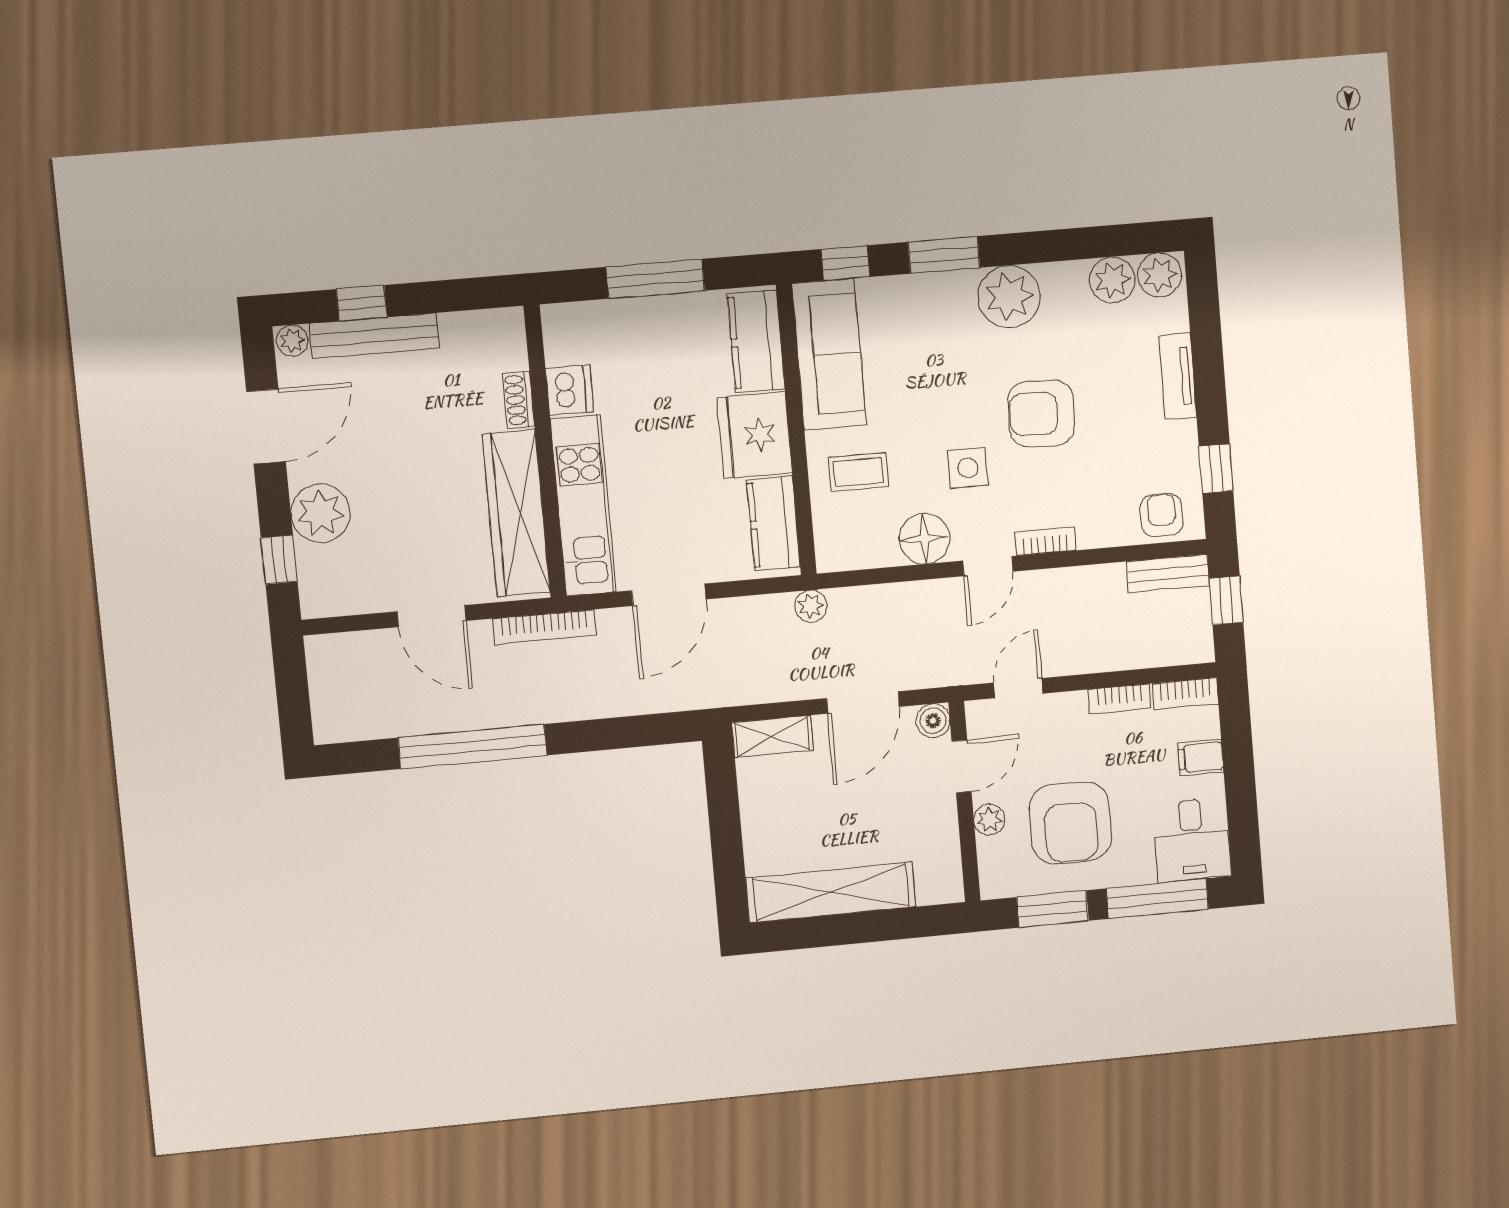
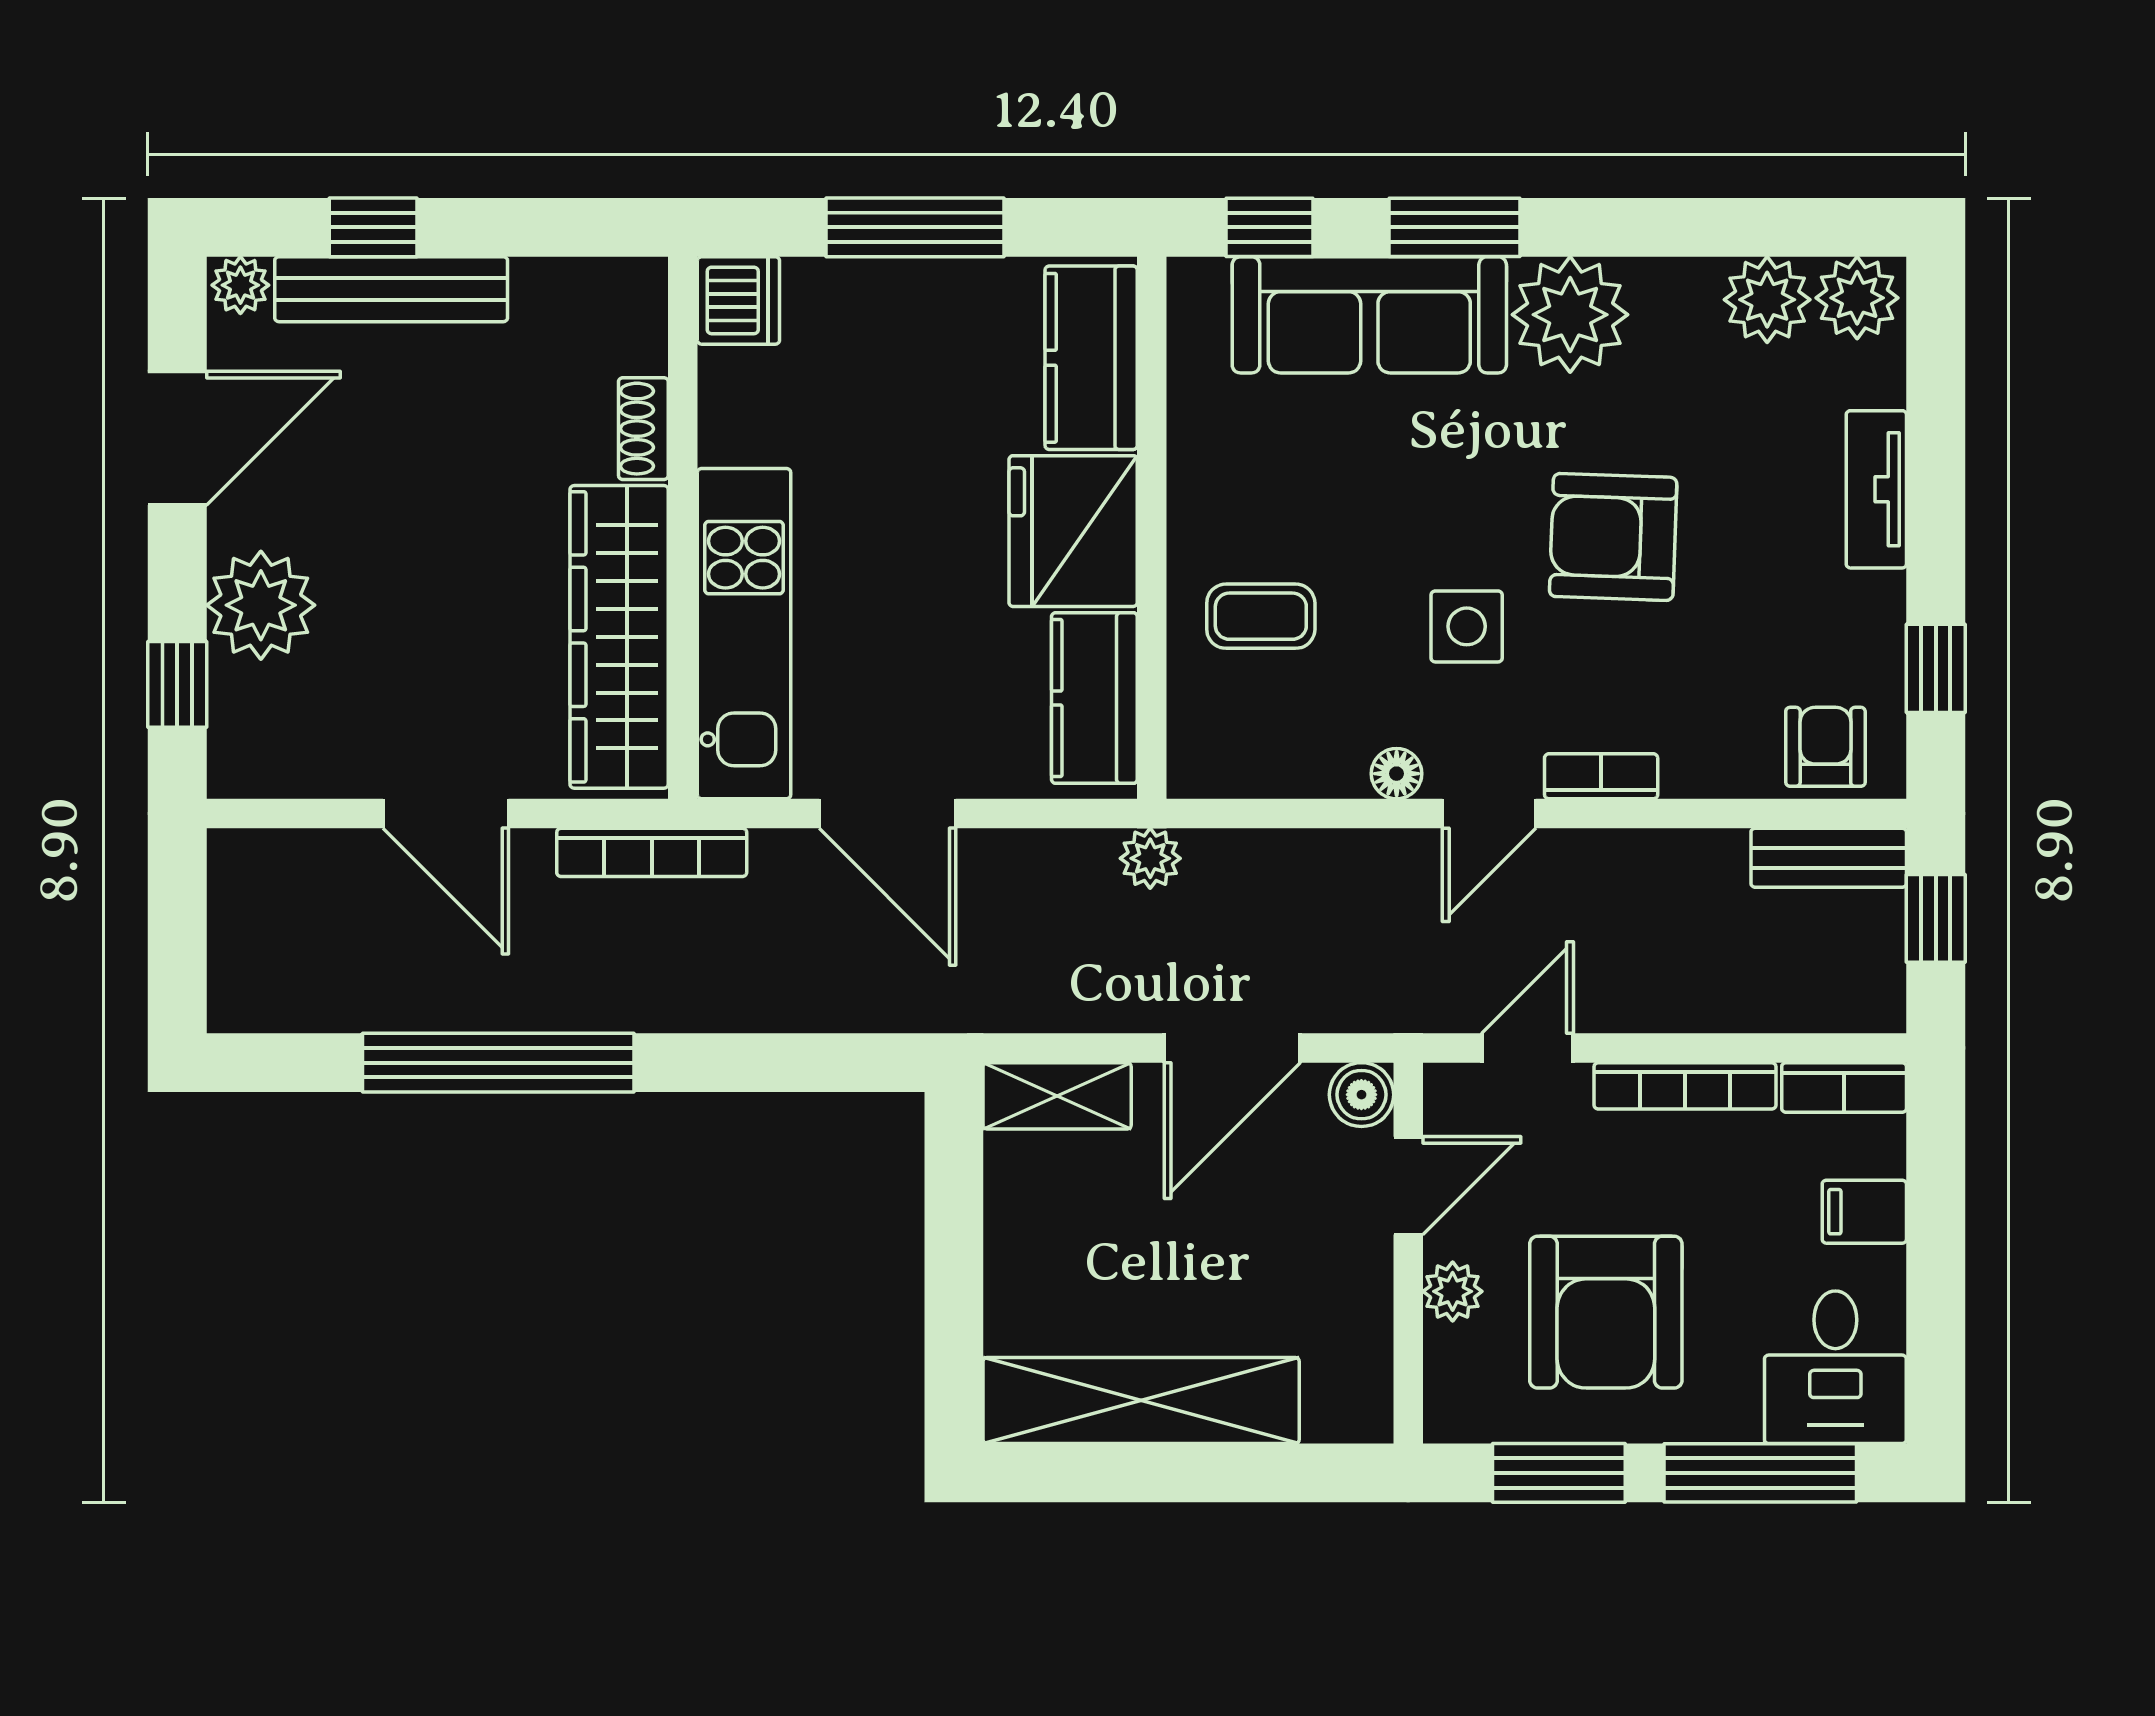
sofa: (829, 354) -> (1369, 315), moved, turned 90
dishwasher: (570, 390) -> (738, 300), moved
floor lamp: (925, 539) -> (1397, 774), width x0.53, depth x0.53
door: (669, 595) -> (887, 813), hinge flipped
bookcase: (1119, 699) -> (1685, 1086), width x1.56

